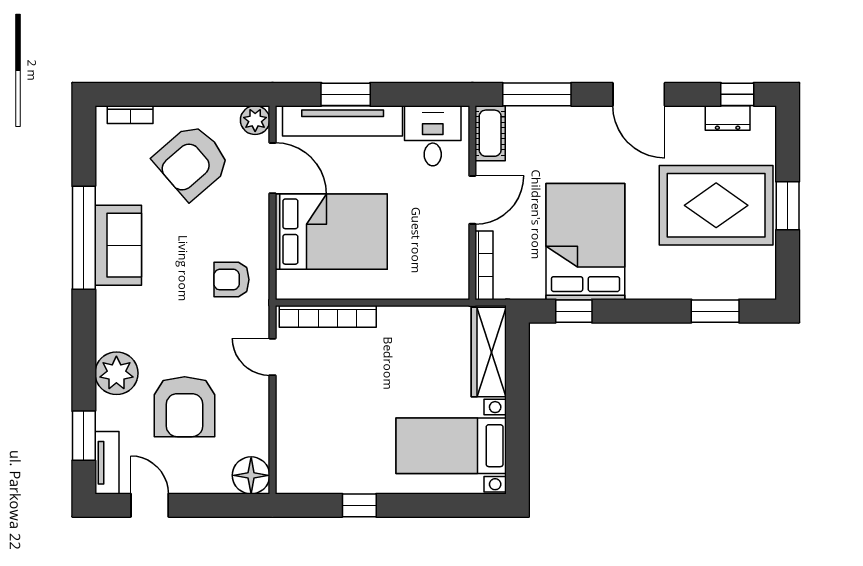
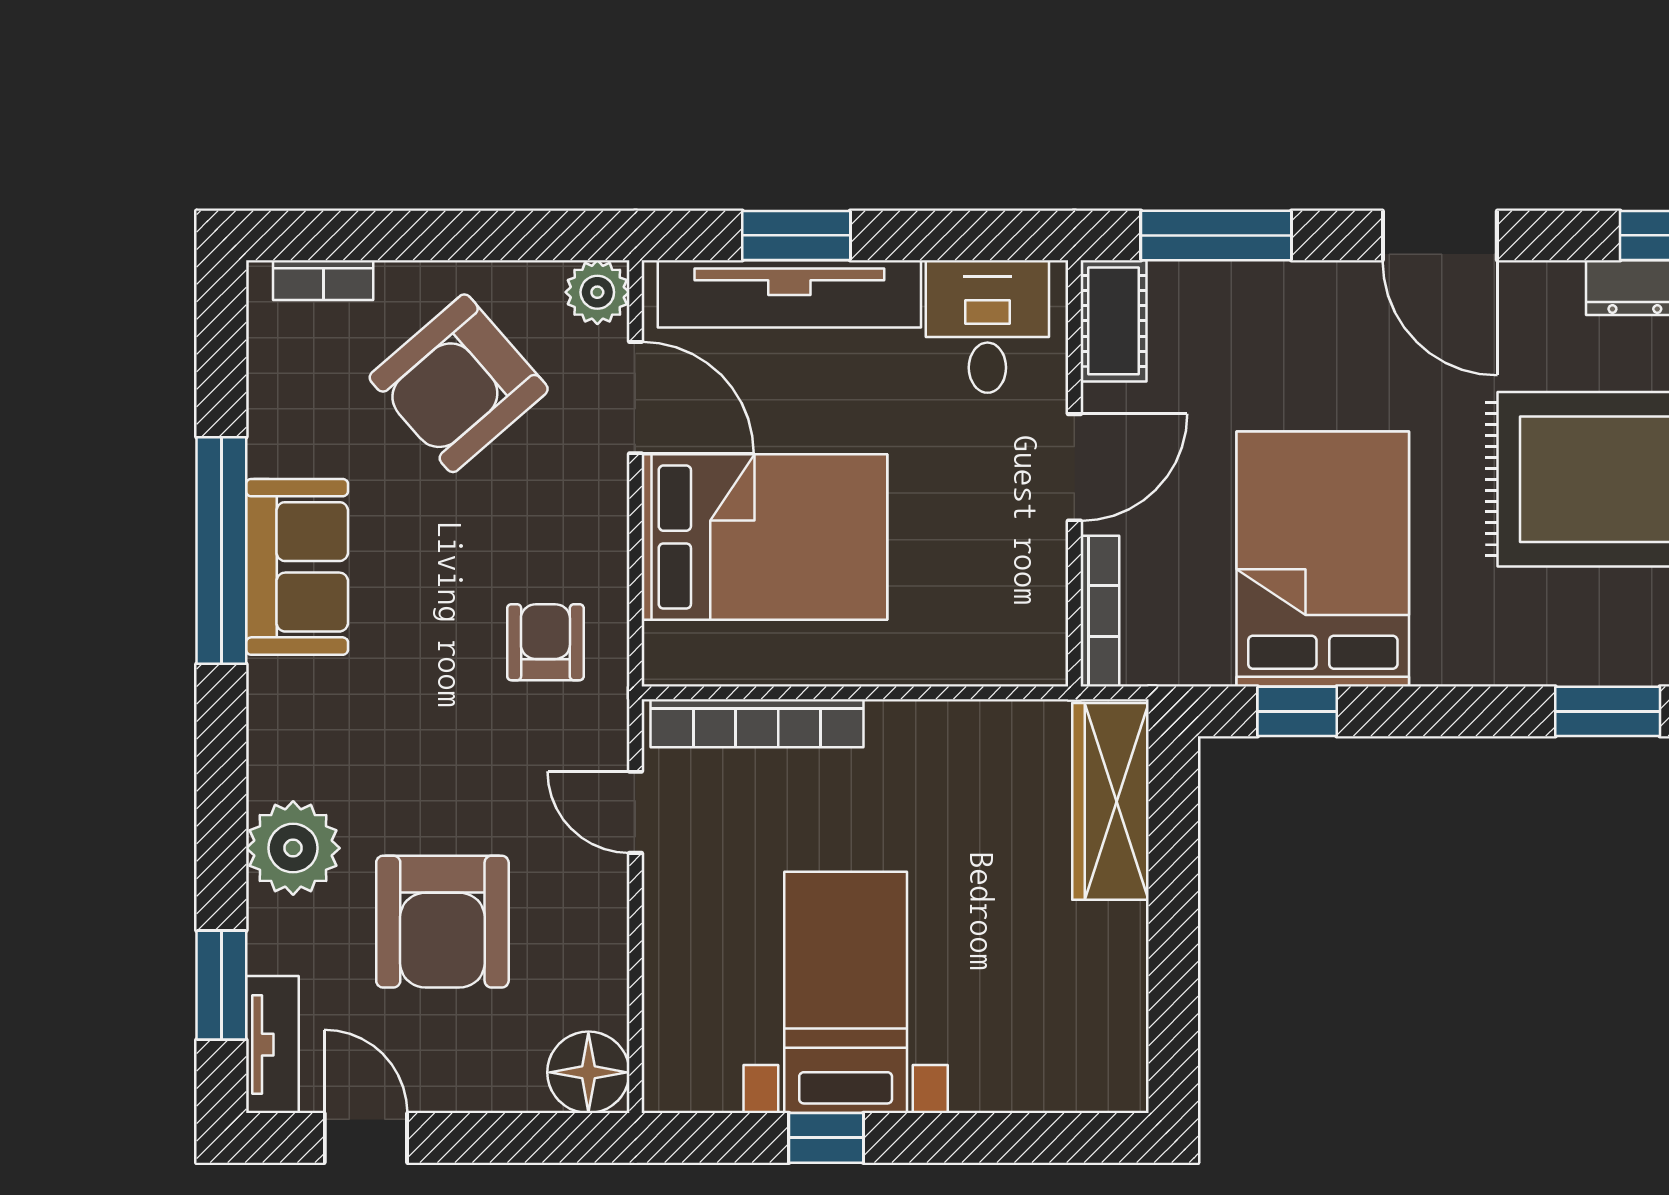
armchair: (231, 280) -> (545, 642), turned 90
bed with nightstands: (451, 446) -> (846, 992), moved, turned 90

